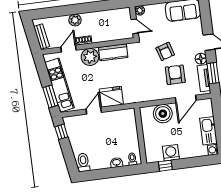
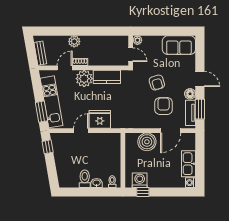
washing machine: (171, 153) -> (140, 180), moved
toilet: (83, 162) -> (85, 179), moved

